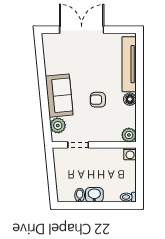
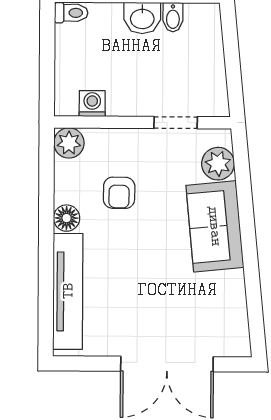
armchair: (98, 100) -> (119, 193), moved, turned 91
washing machine: (130, 154) -> (92, 104), moved

